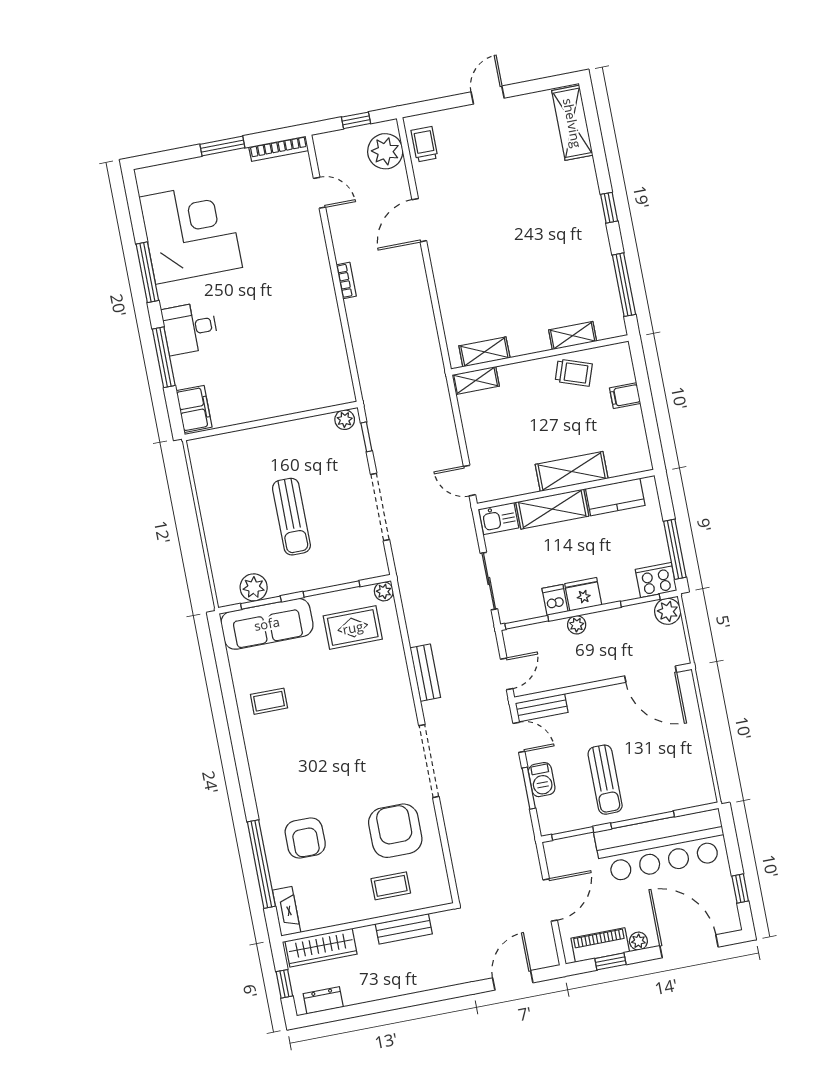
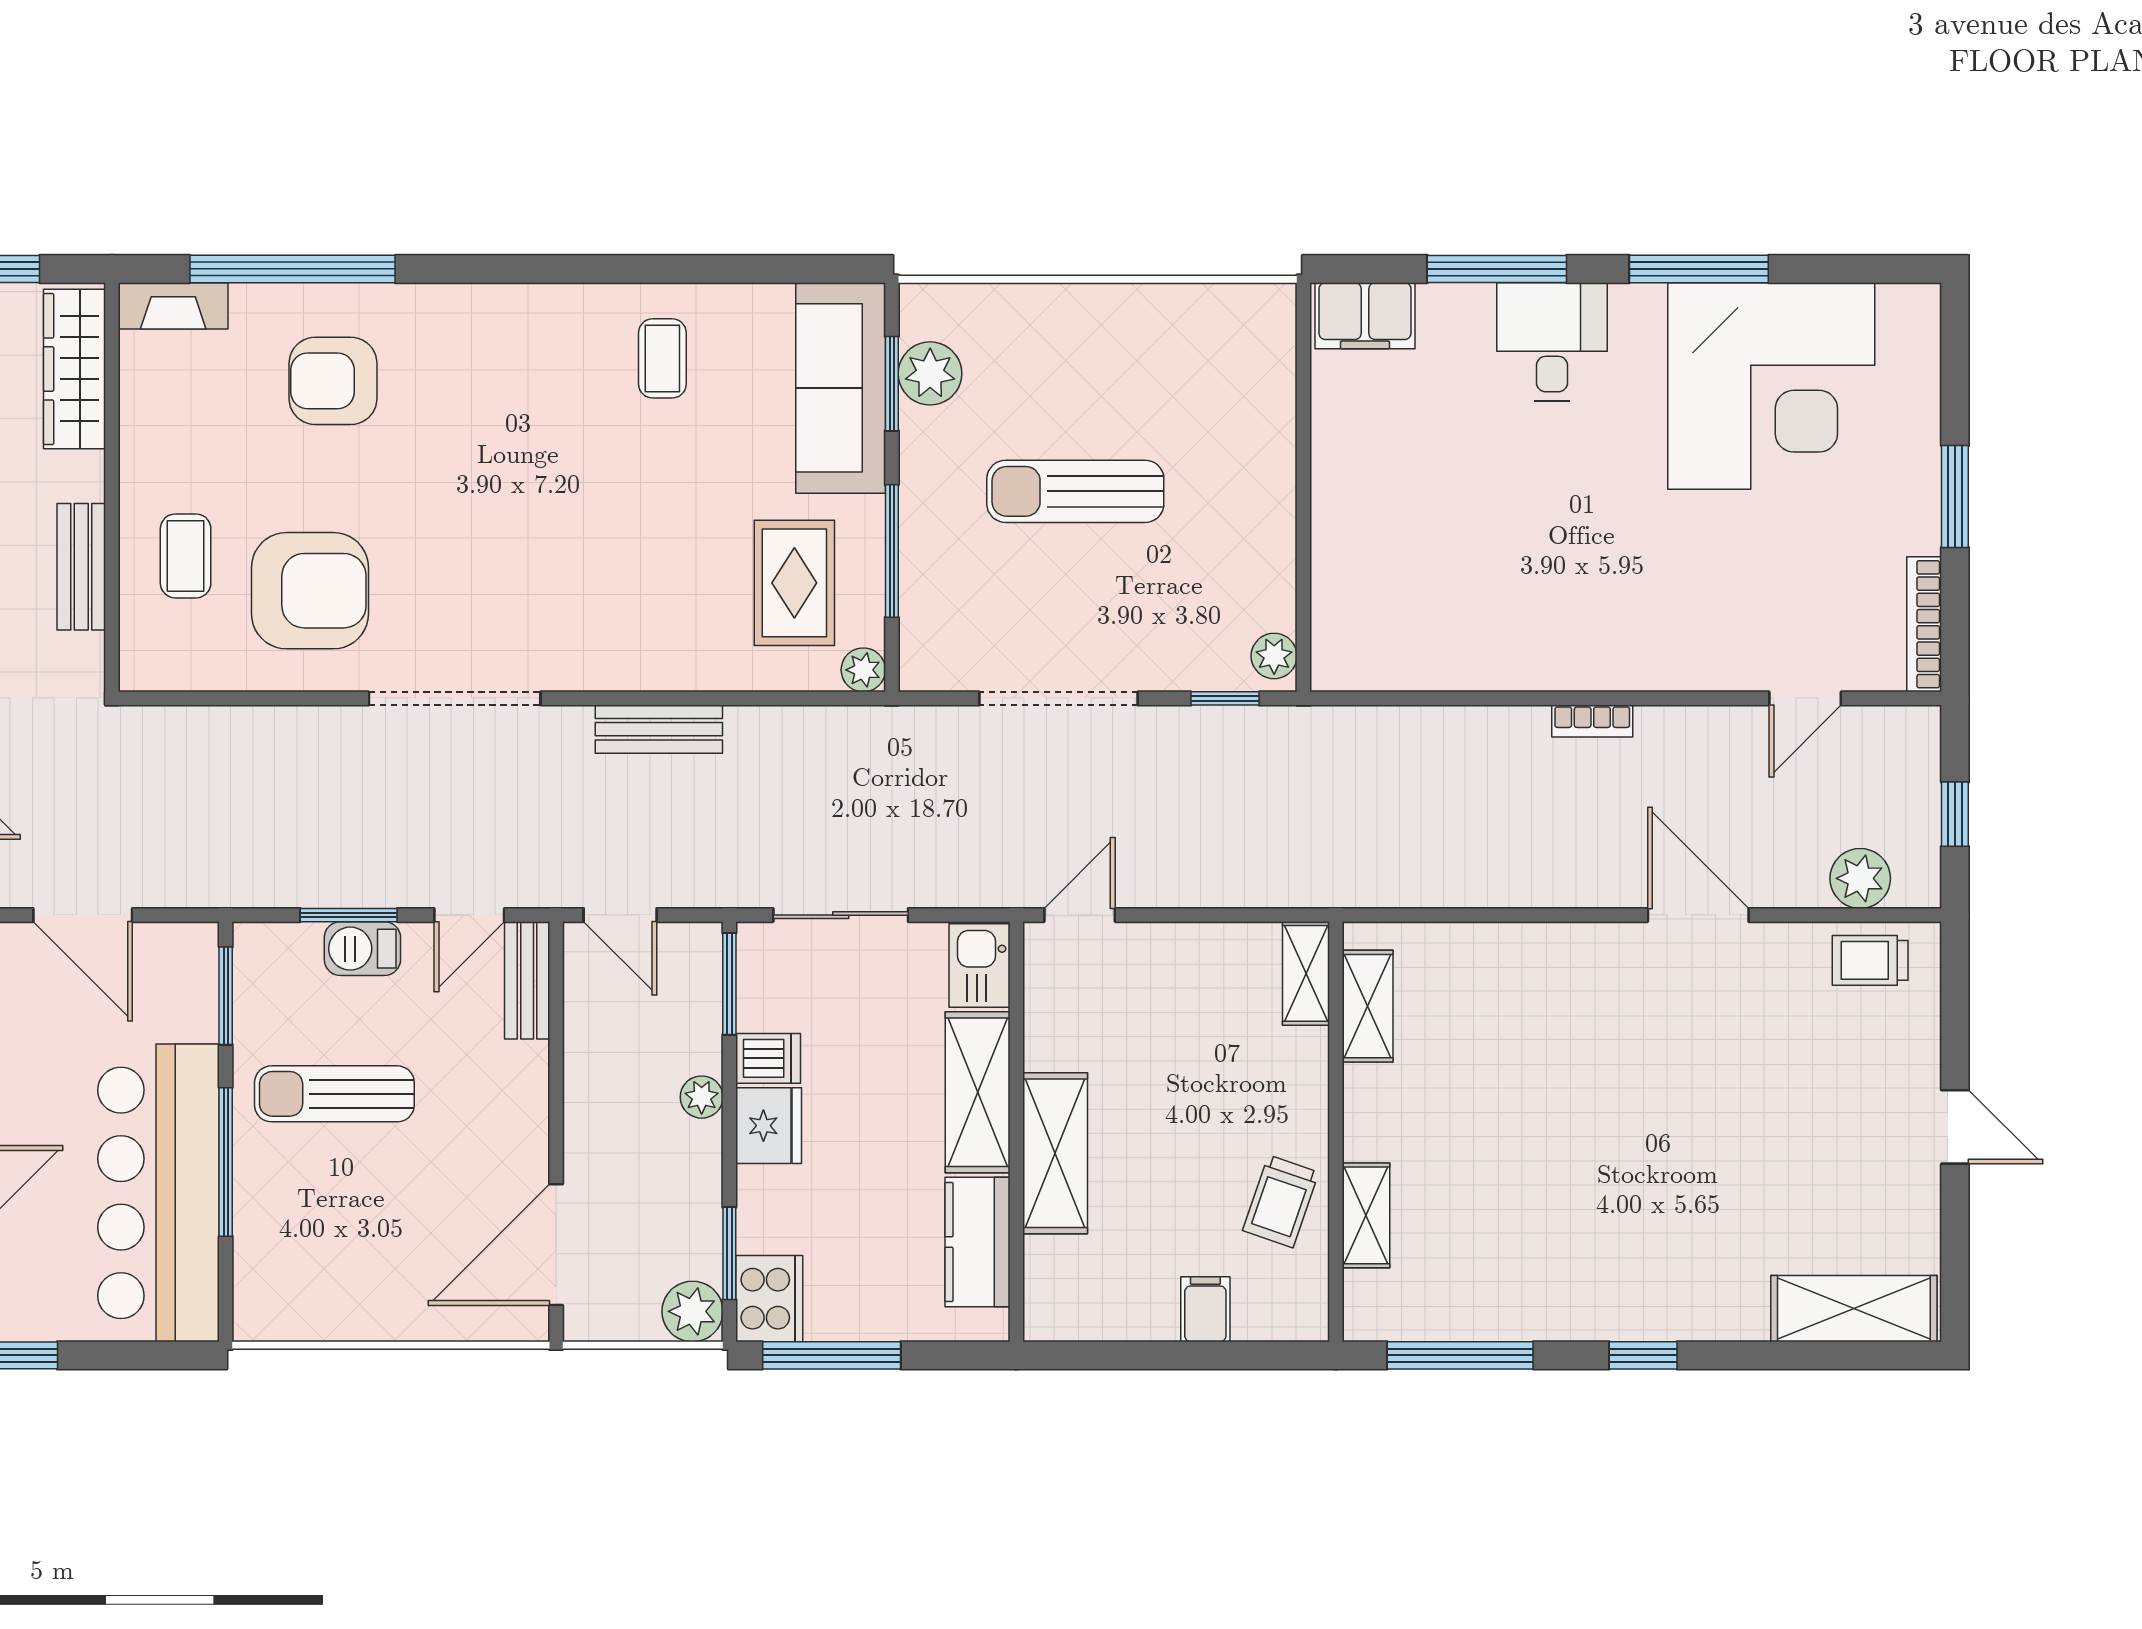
trolley: (424, 144) -> (1870, 960), turned 180
plant: (385, 151) -> (1860, 878), width x0.73, depth x0.73

